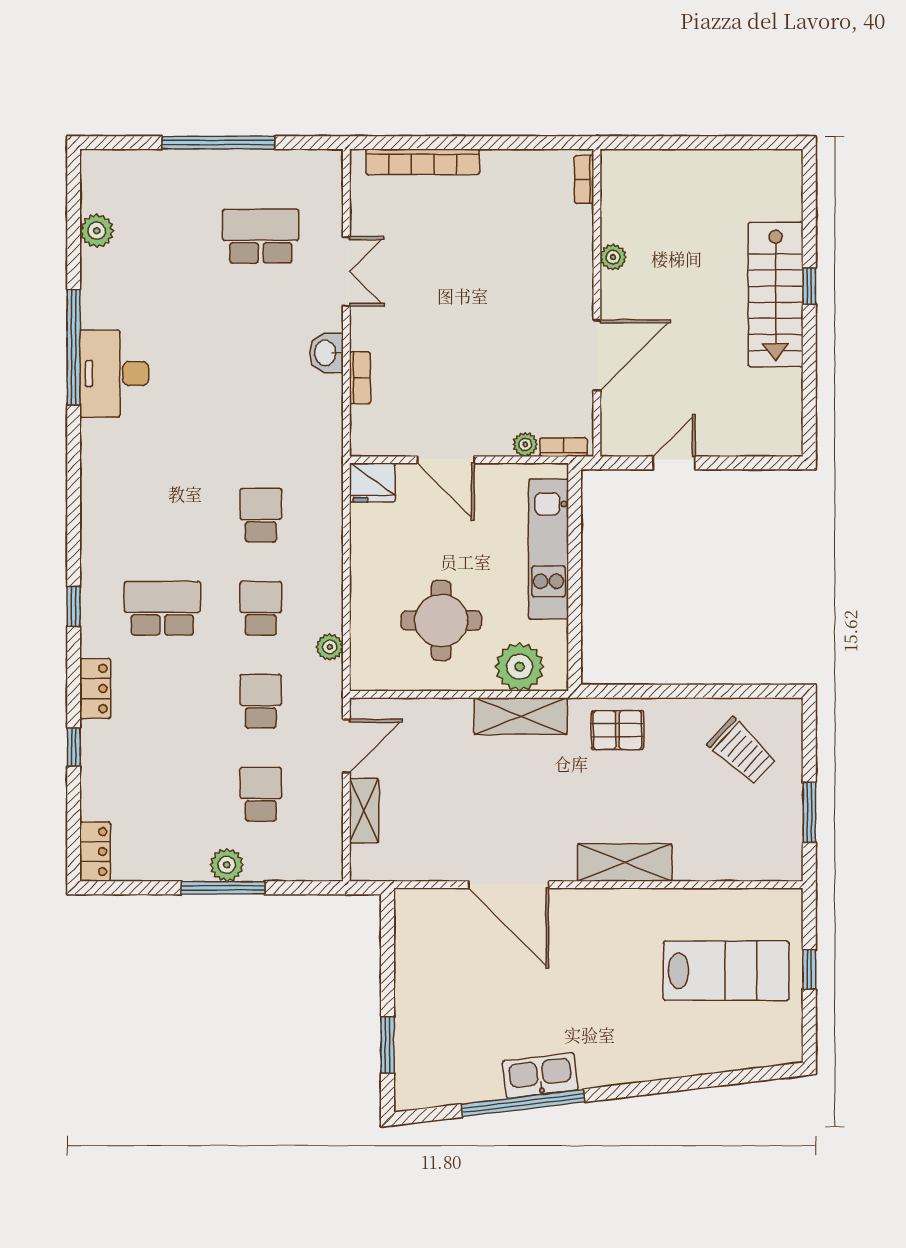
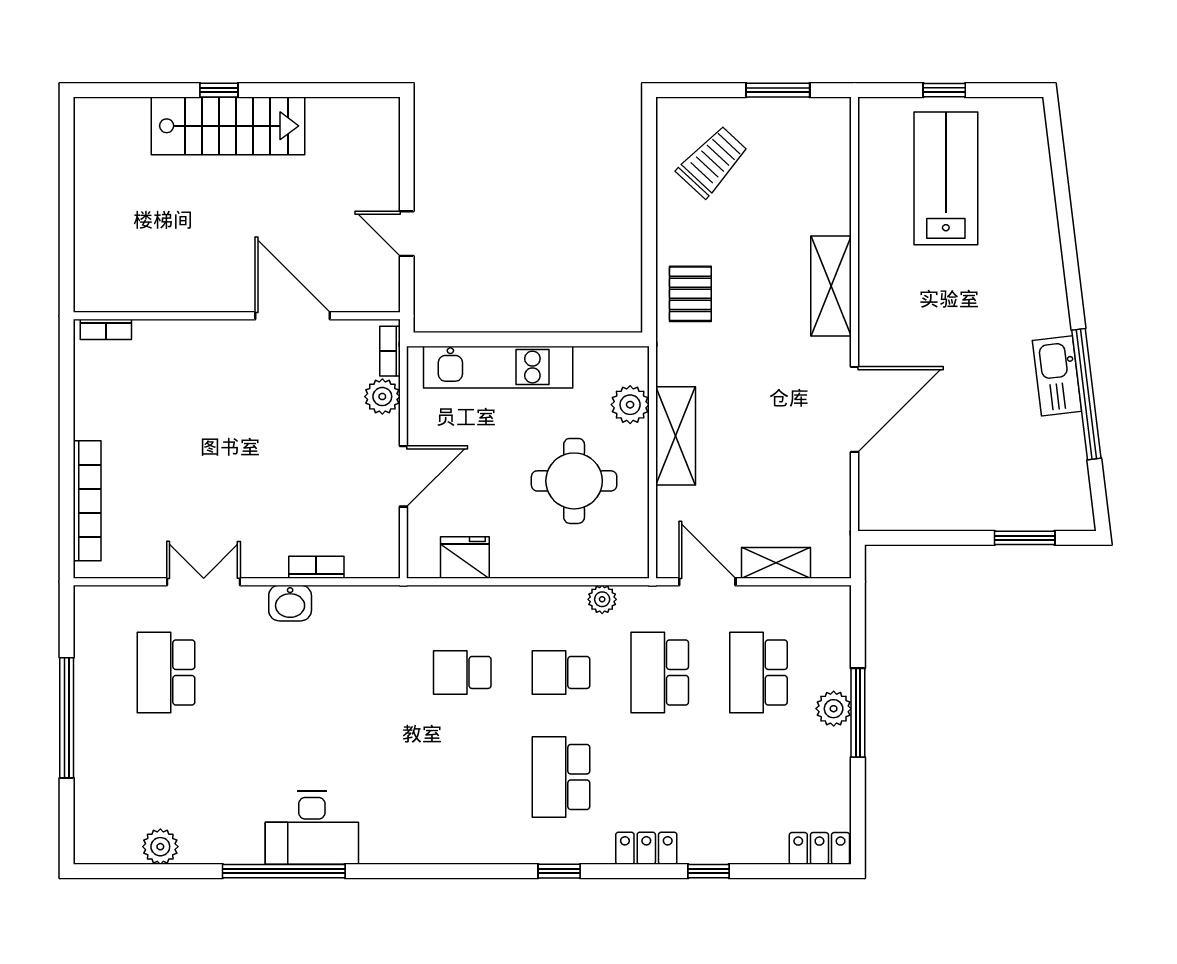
plant: (613, 257) -> (188, 298), removed
plant: (525, 444) -> (382, 397), width x1.38, depth x1.38
fridge: (372, 483) -> (465, 557), moved, turned -90
plant: (520, 667) -> (630, 405), width x0.73, depth x0.73
school desk: (261, 701) -> (660, 672), width x1.85
shelving: (521, 716) -> (676, 436), moved
school desk: (261, 794) -> (759, 672), width x1.85

